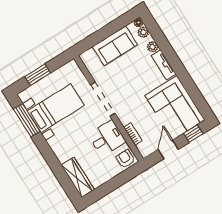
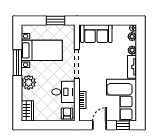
sofa: (115, 46) -> (96, 34), moved
window: (38, 75) -> (56, 20), moved
window: (27, 120) -> (17, 63), moved
plant: (63, 151) -> (29, 82), added
wardrobe: (78, 177) -> (27, 111), width x0.67

